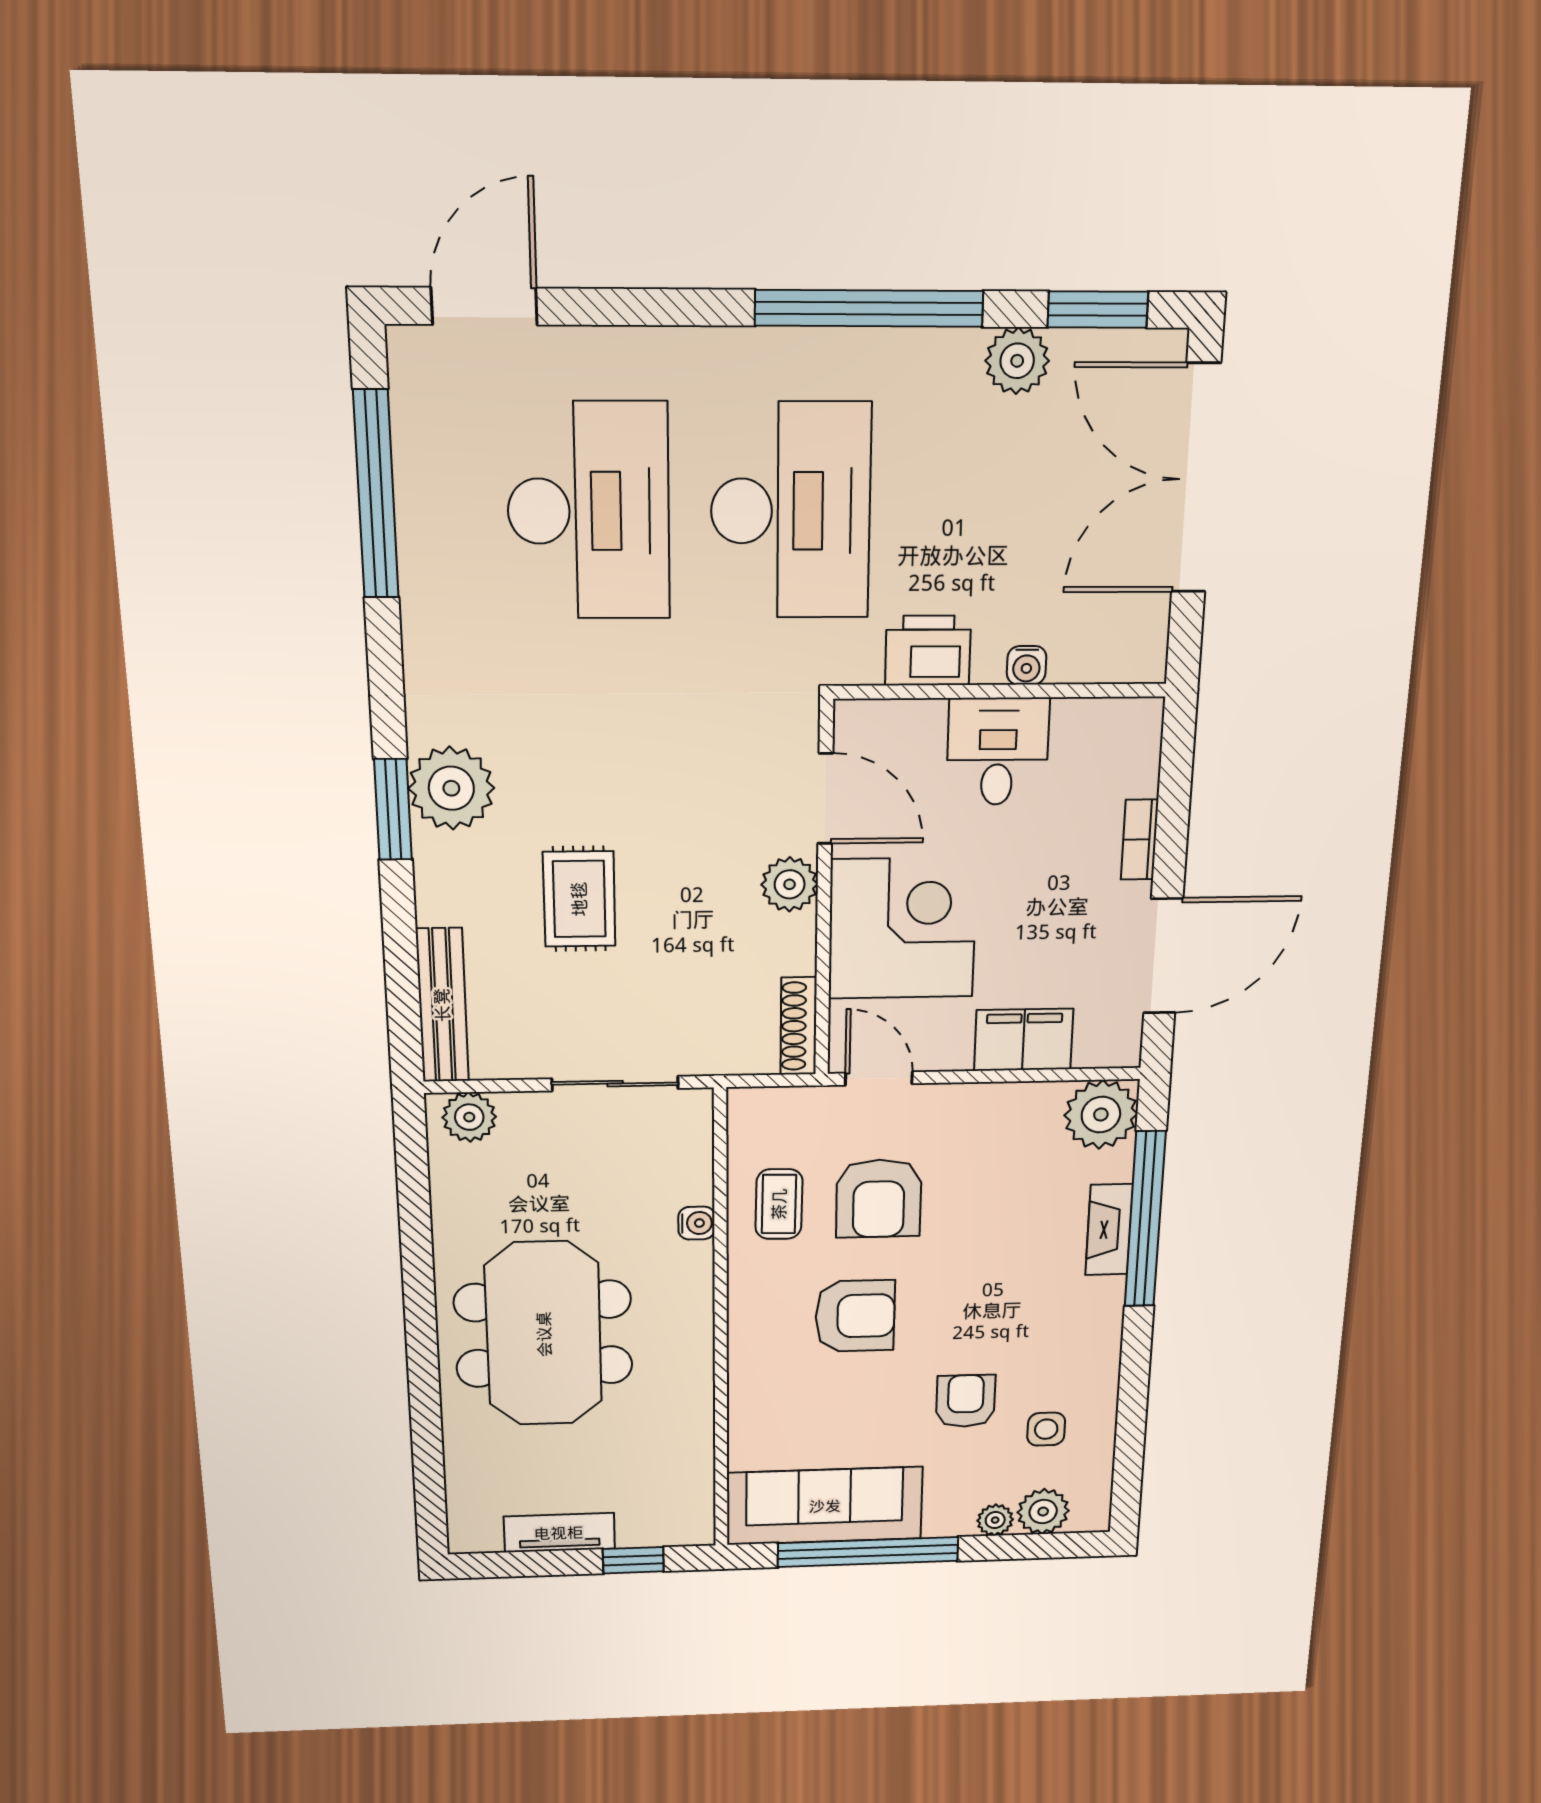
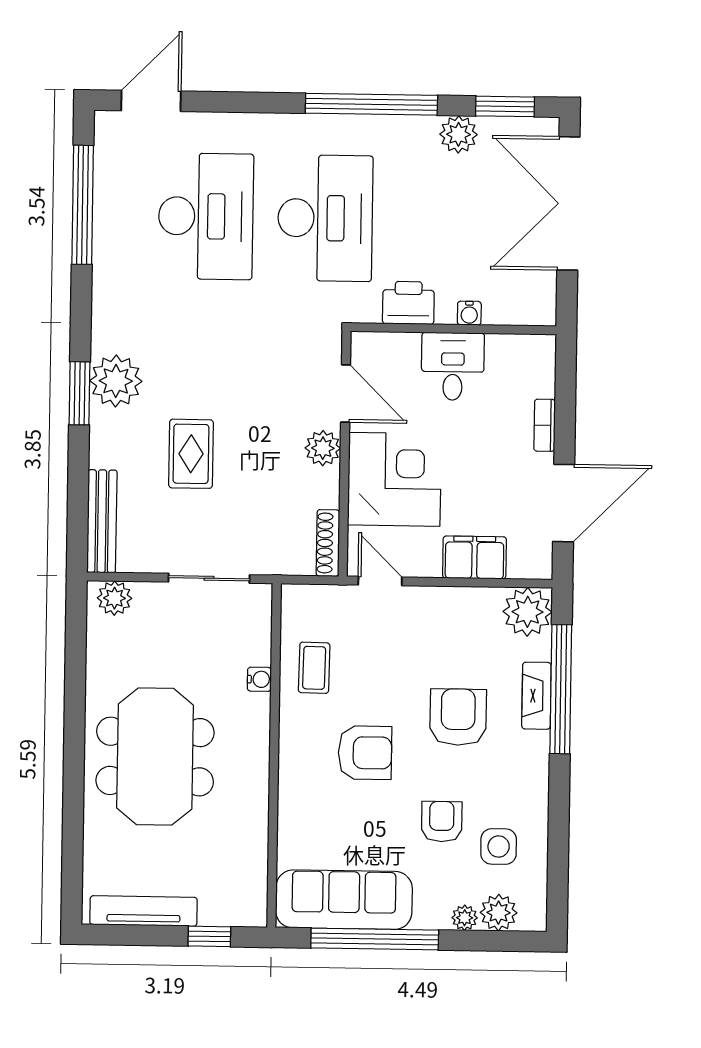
armchair: (879, 1198) -> (458, 717), moved, turned 180
side table: (1046, 1429) -> (499, 847), width x1.37, depth x1.37
tv unit: (559, 1533) -> (144, 911), width x1.41

